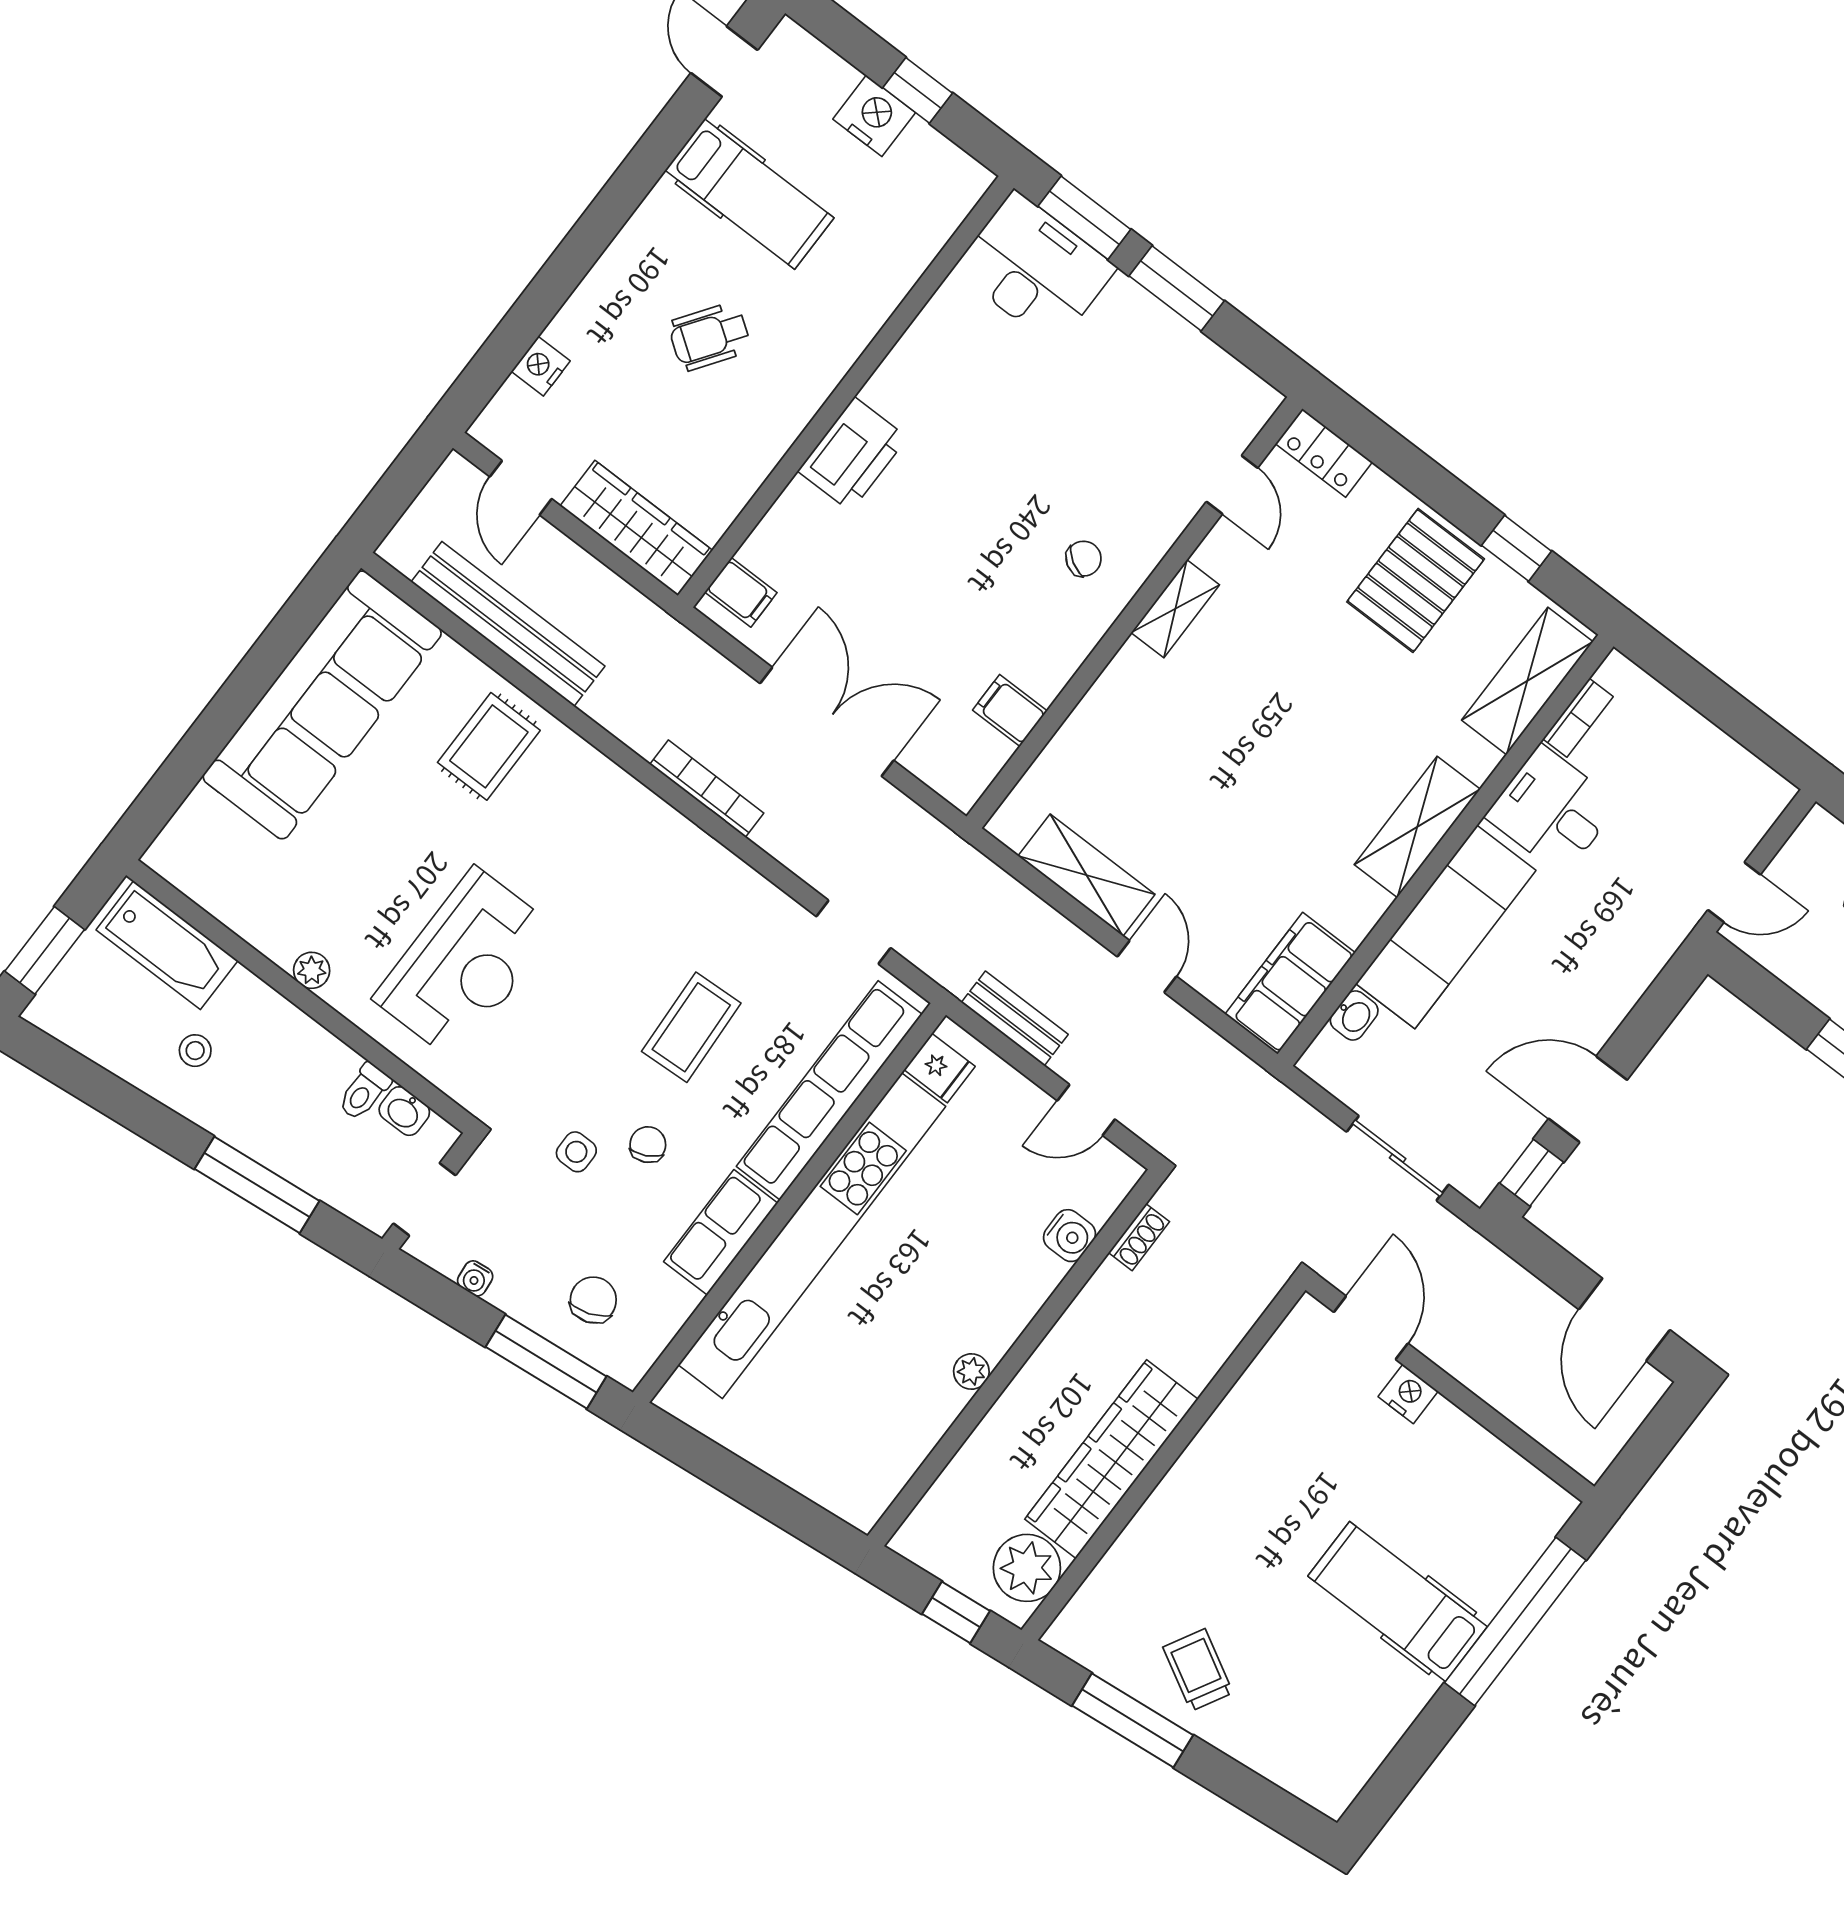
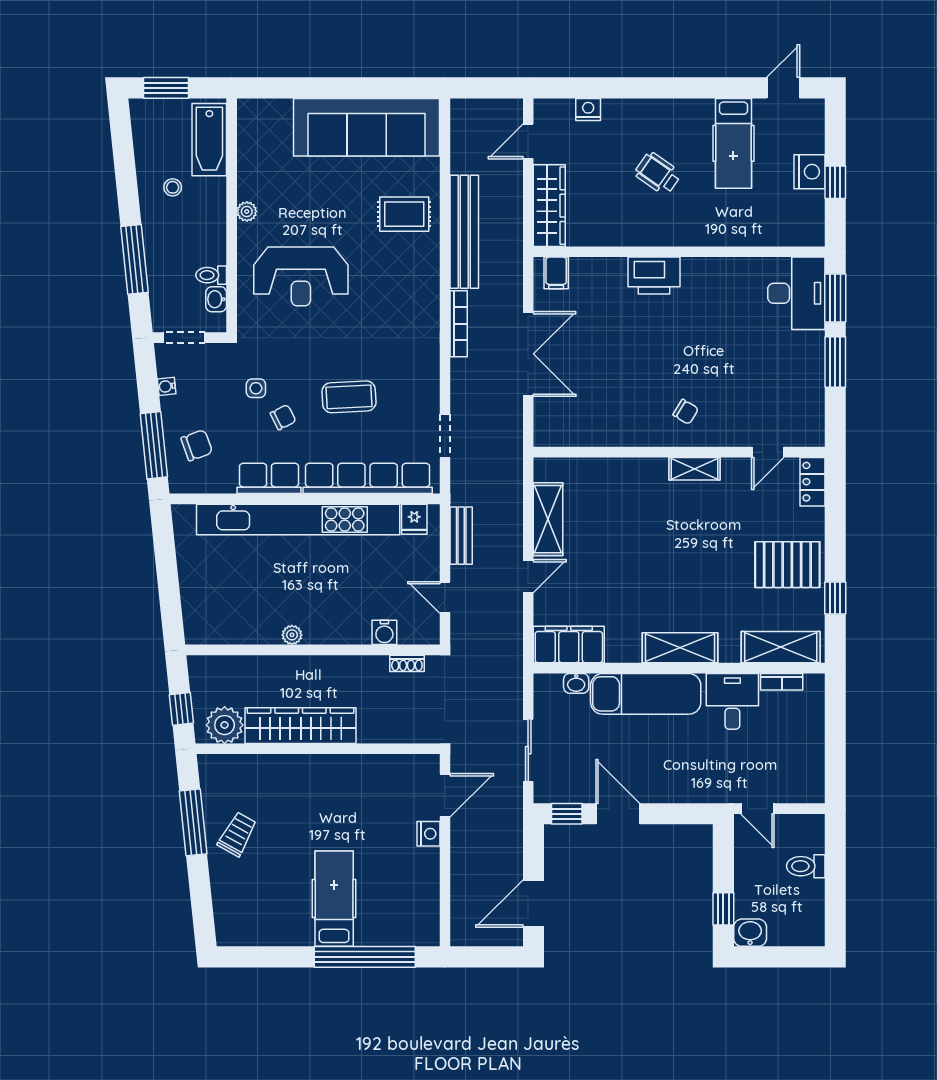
bench: (508, 624) -> (464, 232), moved
filing cabinet: (1010, 710) -> (595, 430), removed

